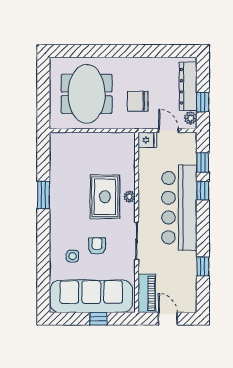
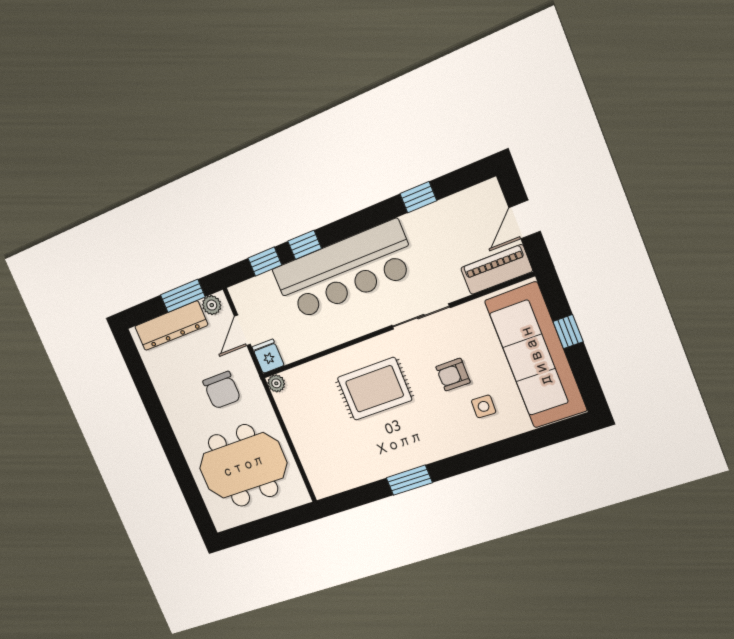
window: (203, 102) -> (183, 296), width x1.50
plant: (129, 197) -> (276, 383), moved

